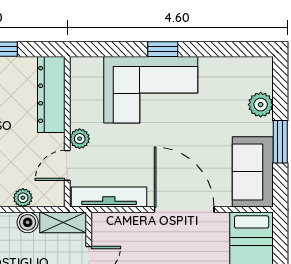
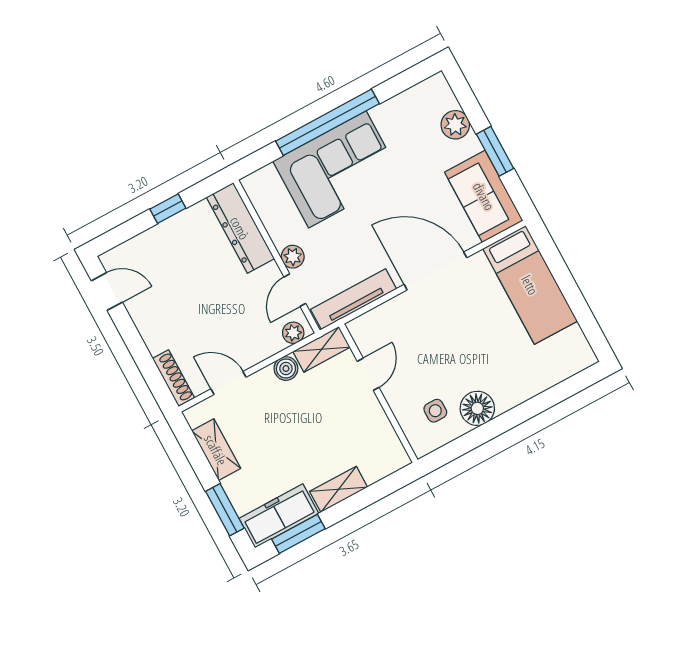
window: (163, 49) -> (327, 122), width x3.17
plant: (23, 198) -> (293, 333), moved

